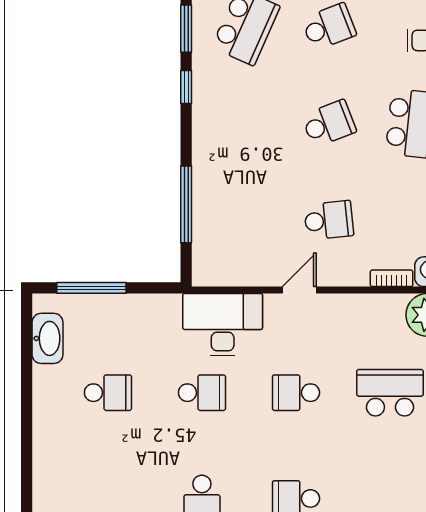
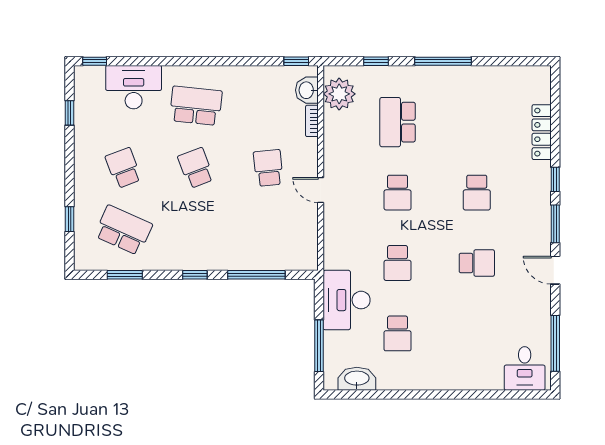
window: (186, 87) -> (195, 275), moved
desk: (223, 325) -> (347, 300), moved
school desk: (108, 393) -> (398, 333), turned 180
school desk: (202, 393) -> (398, 263), turned 180

